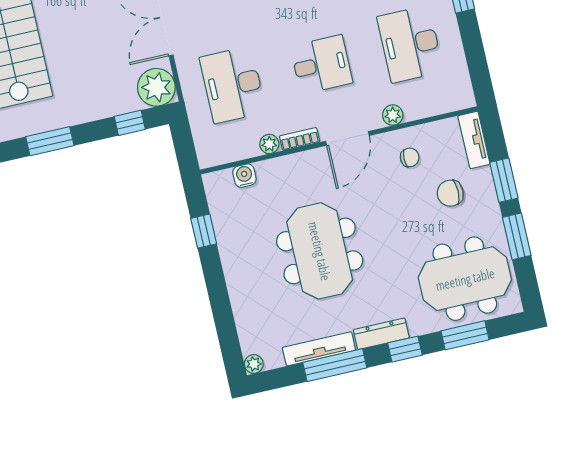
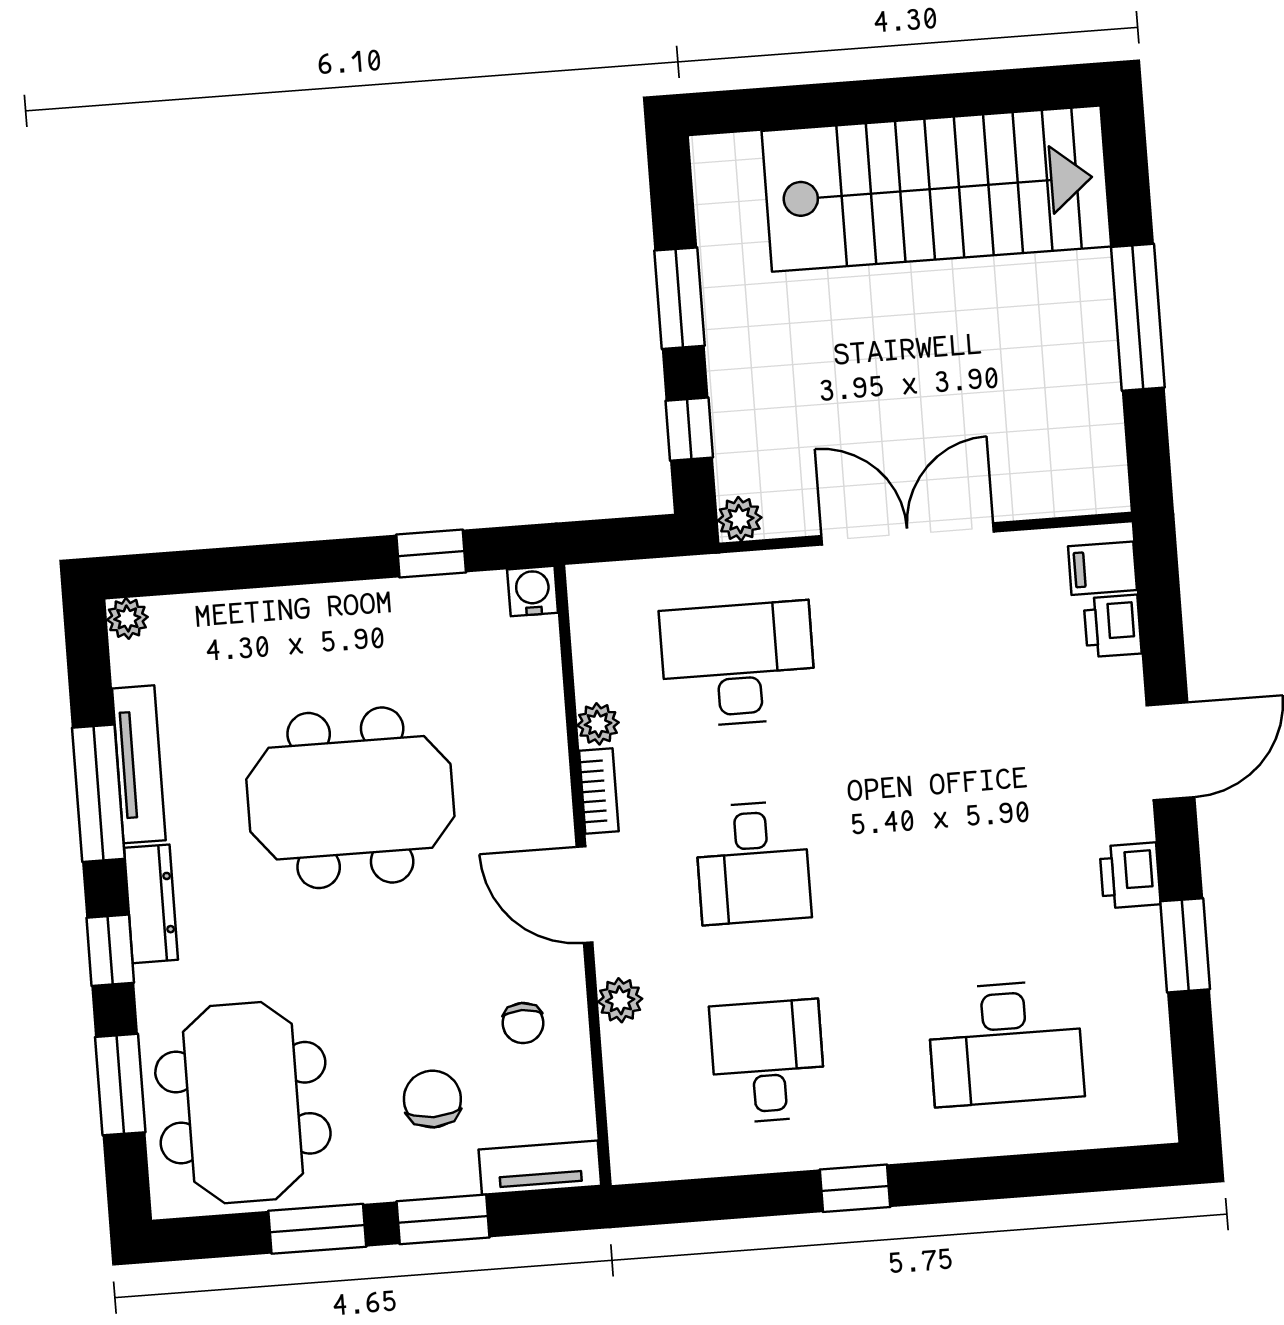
desk: (410, 44) -> (768, 1061), width x0.73
plant: (156, 87) -> (740, 519), width x0.53, depth x0.53
window: (50, 141) -> (679, 298), moved
water cooler: (244, 176) -> (533, 591), moved, turned -90

